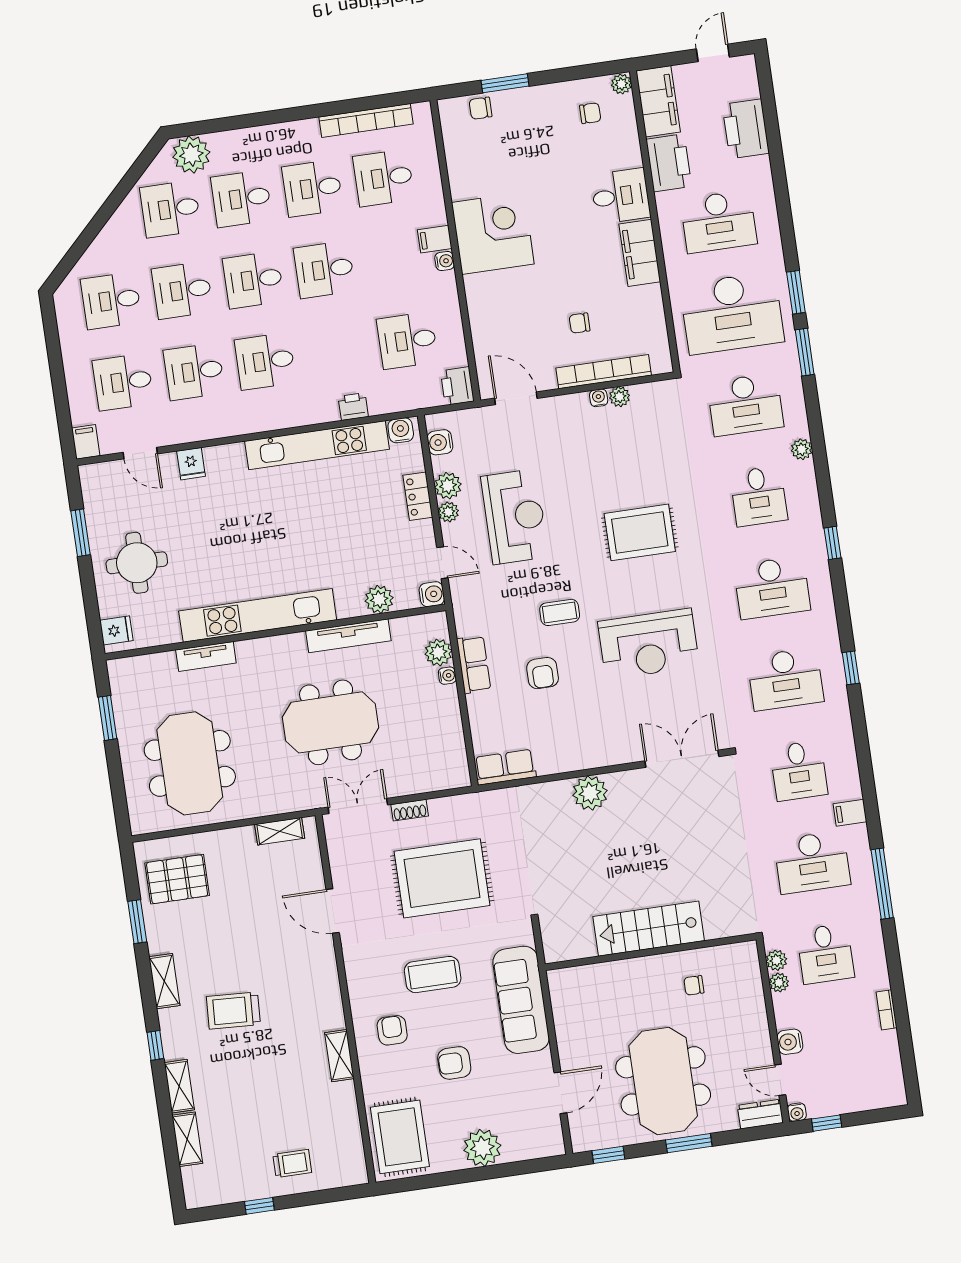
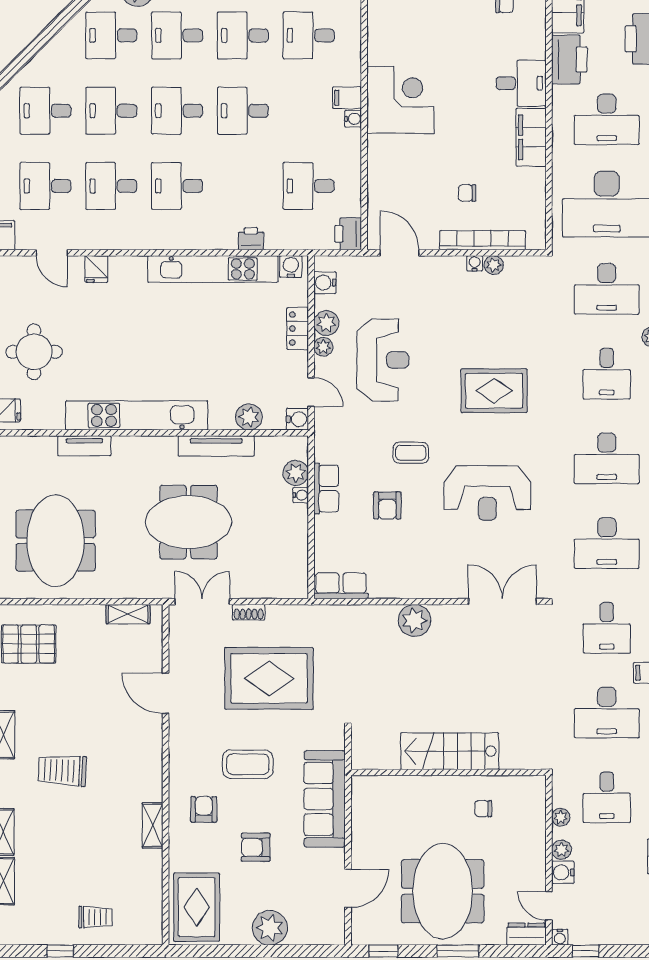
plant: (776, 960) -> (561, 850), moved

